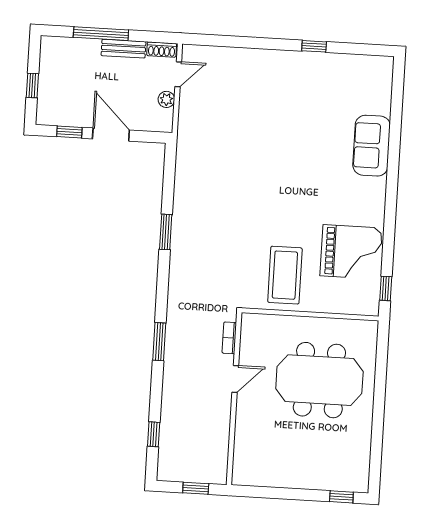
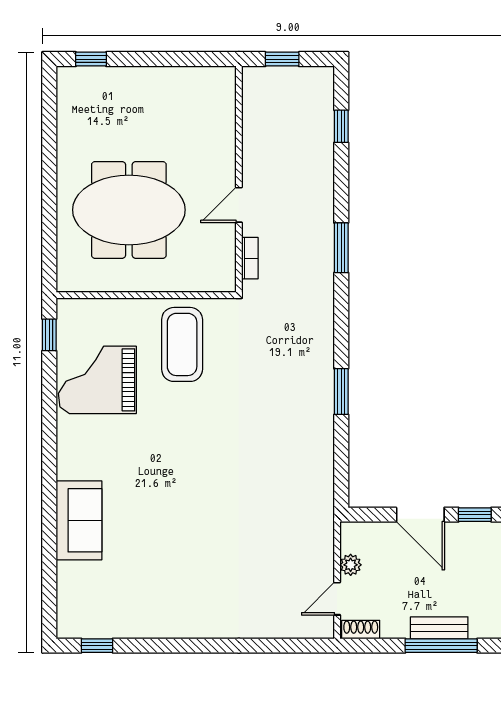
window: (314, 46) -> (97, 646), moved
bench: (123, 49) -> (439, 628), moved

